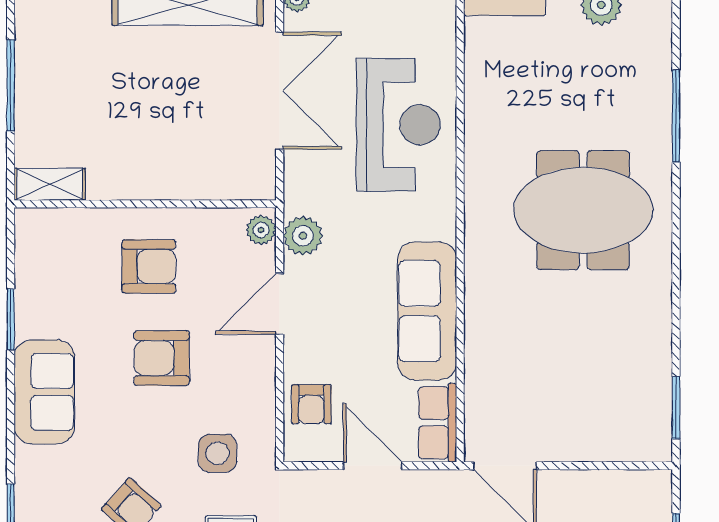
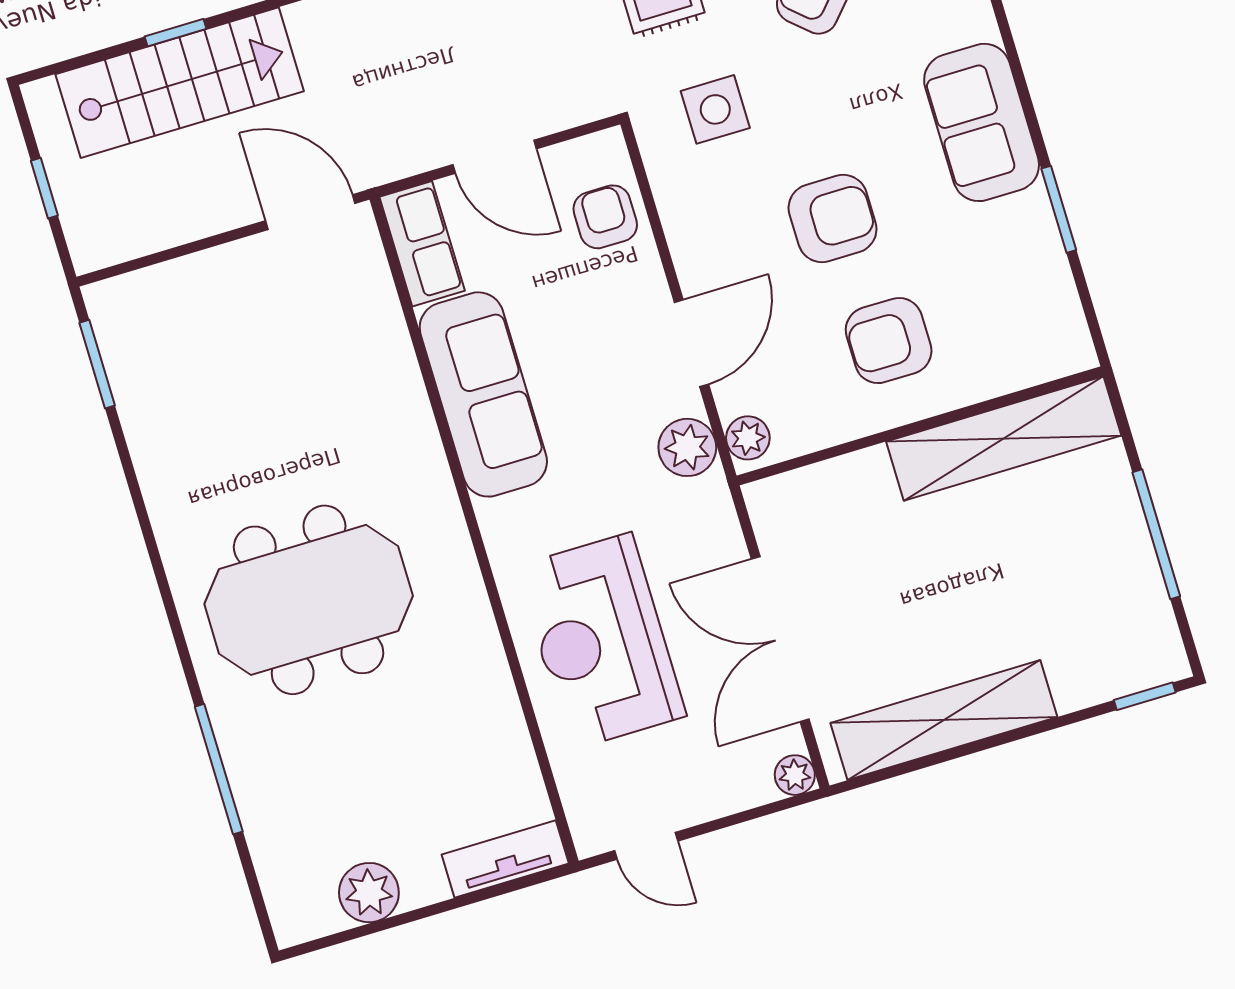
shelving: (50, 184) -> (1004, 438), width x2.20, depth x1.33

